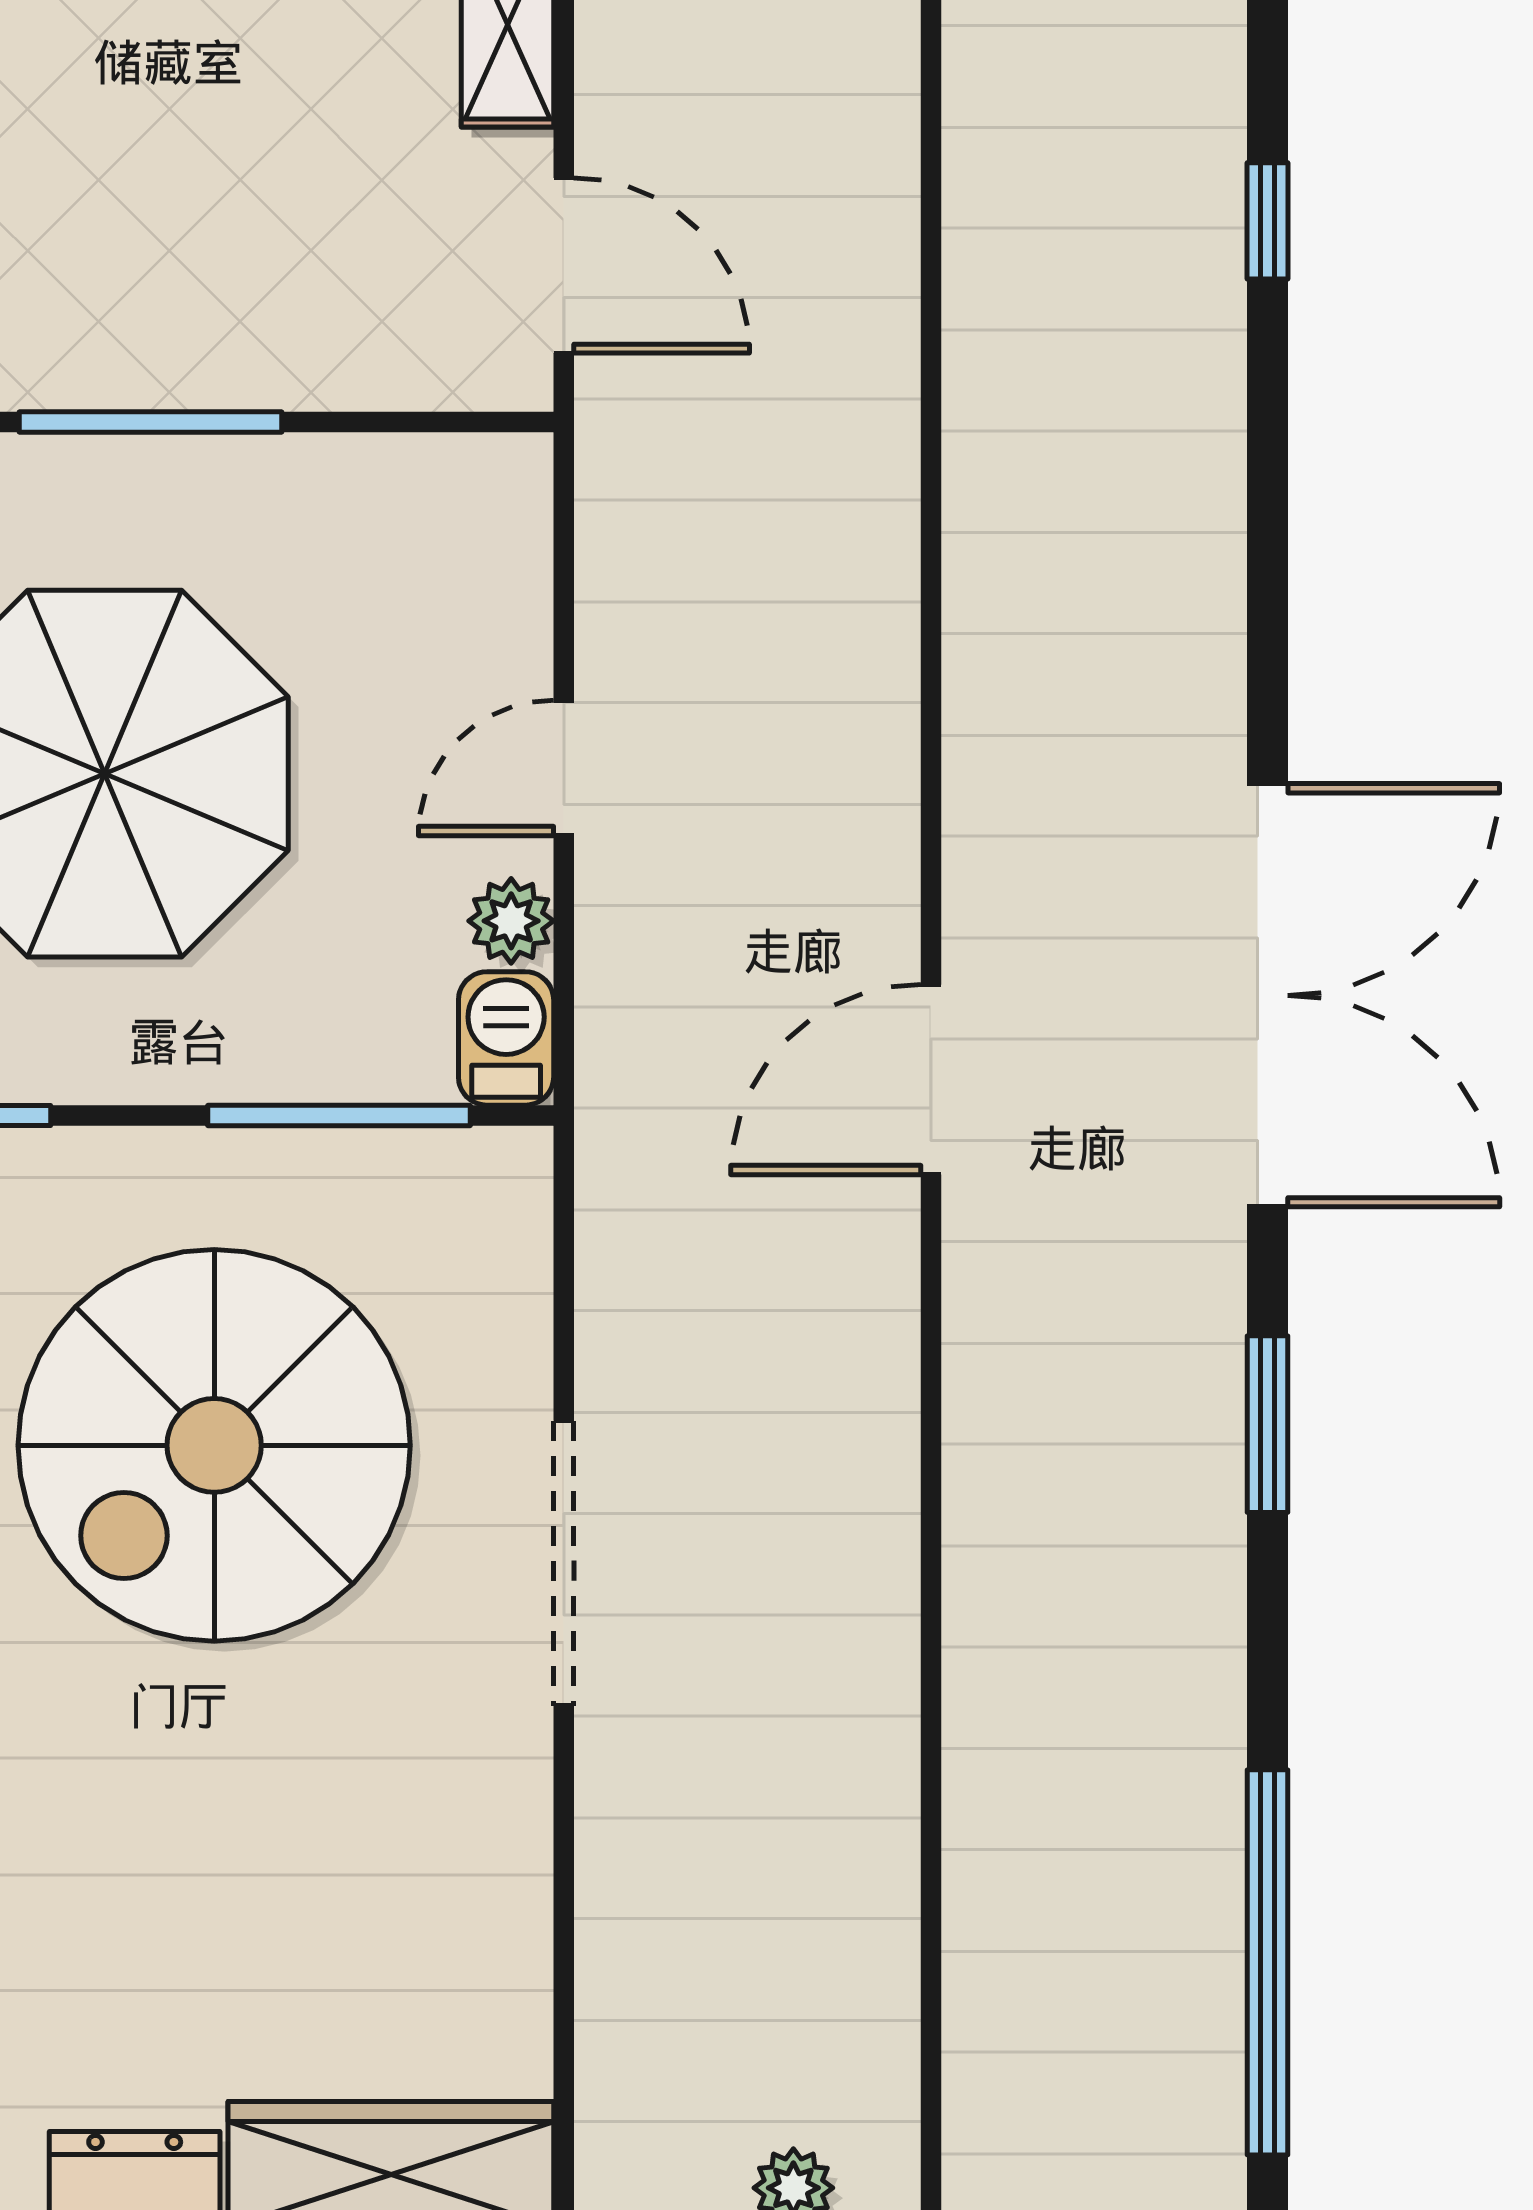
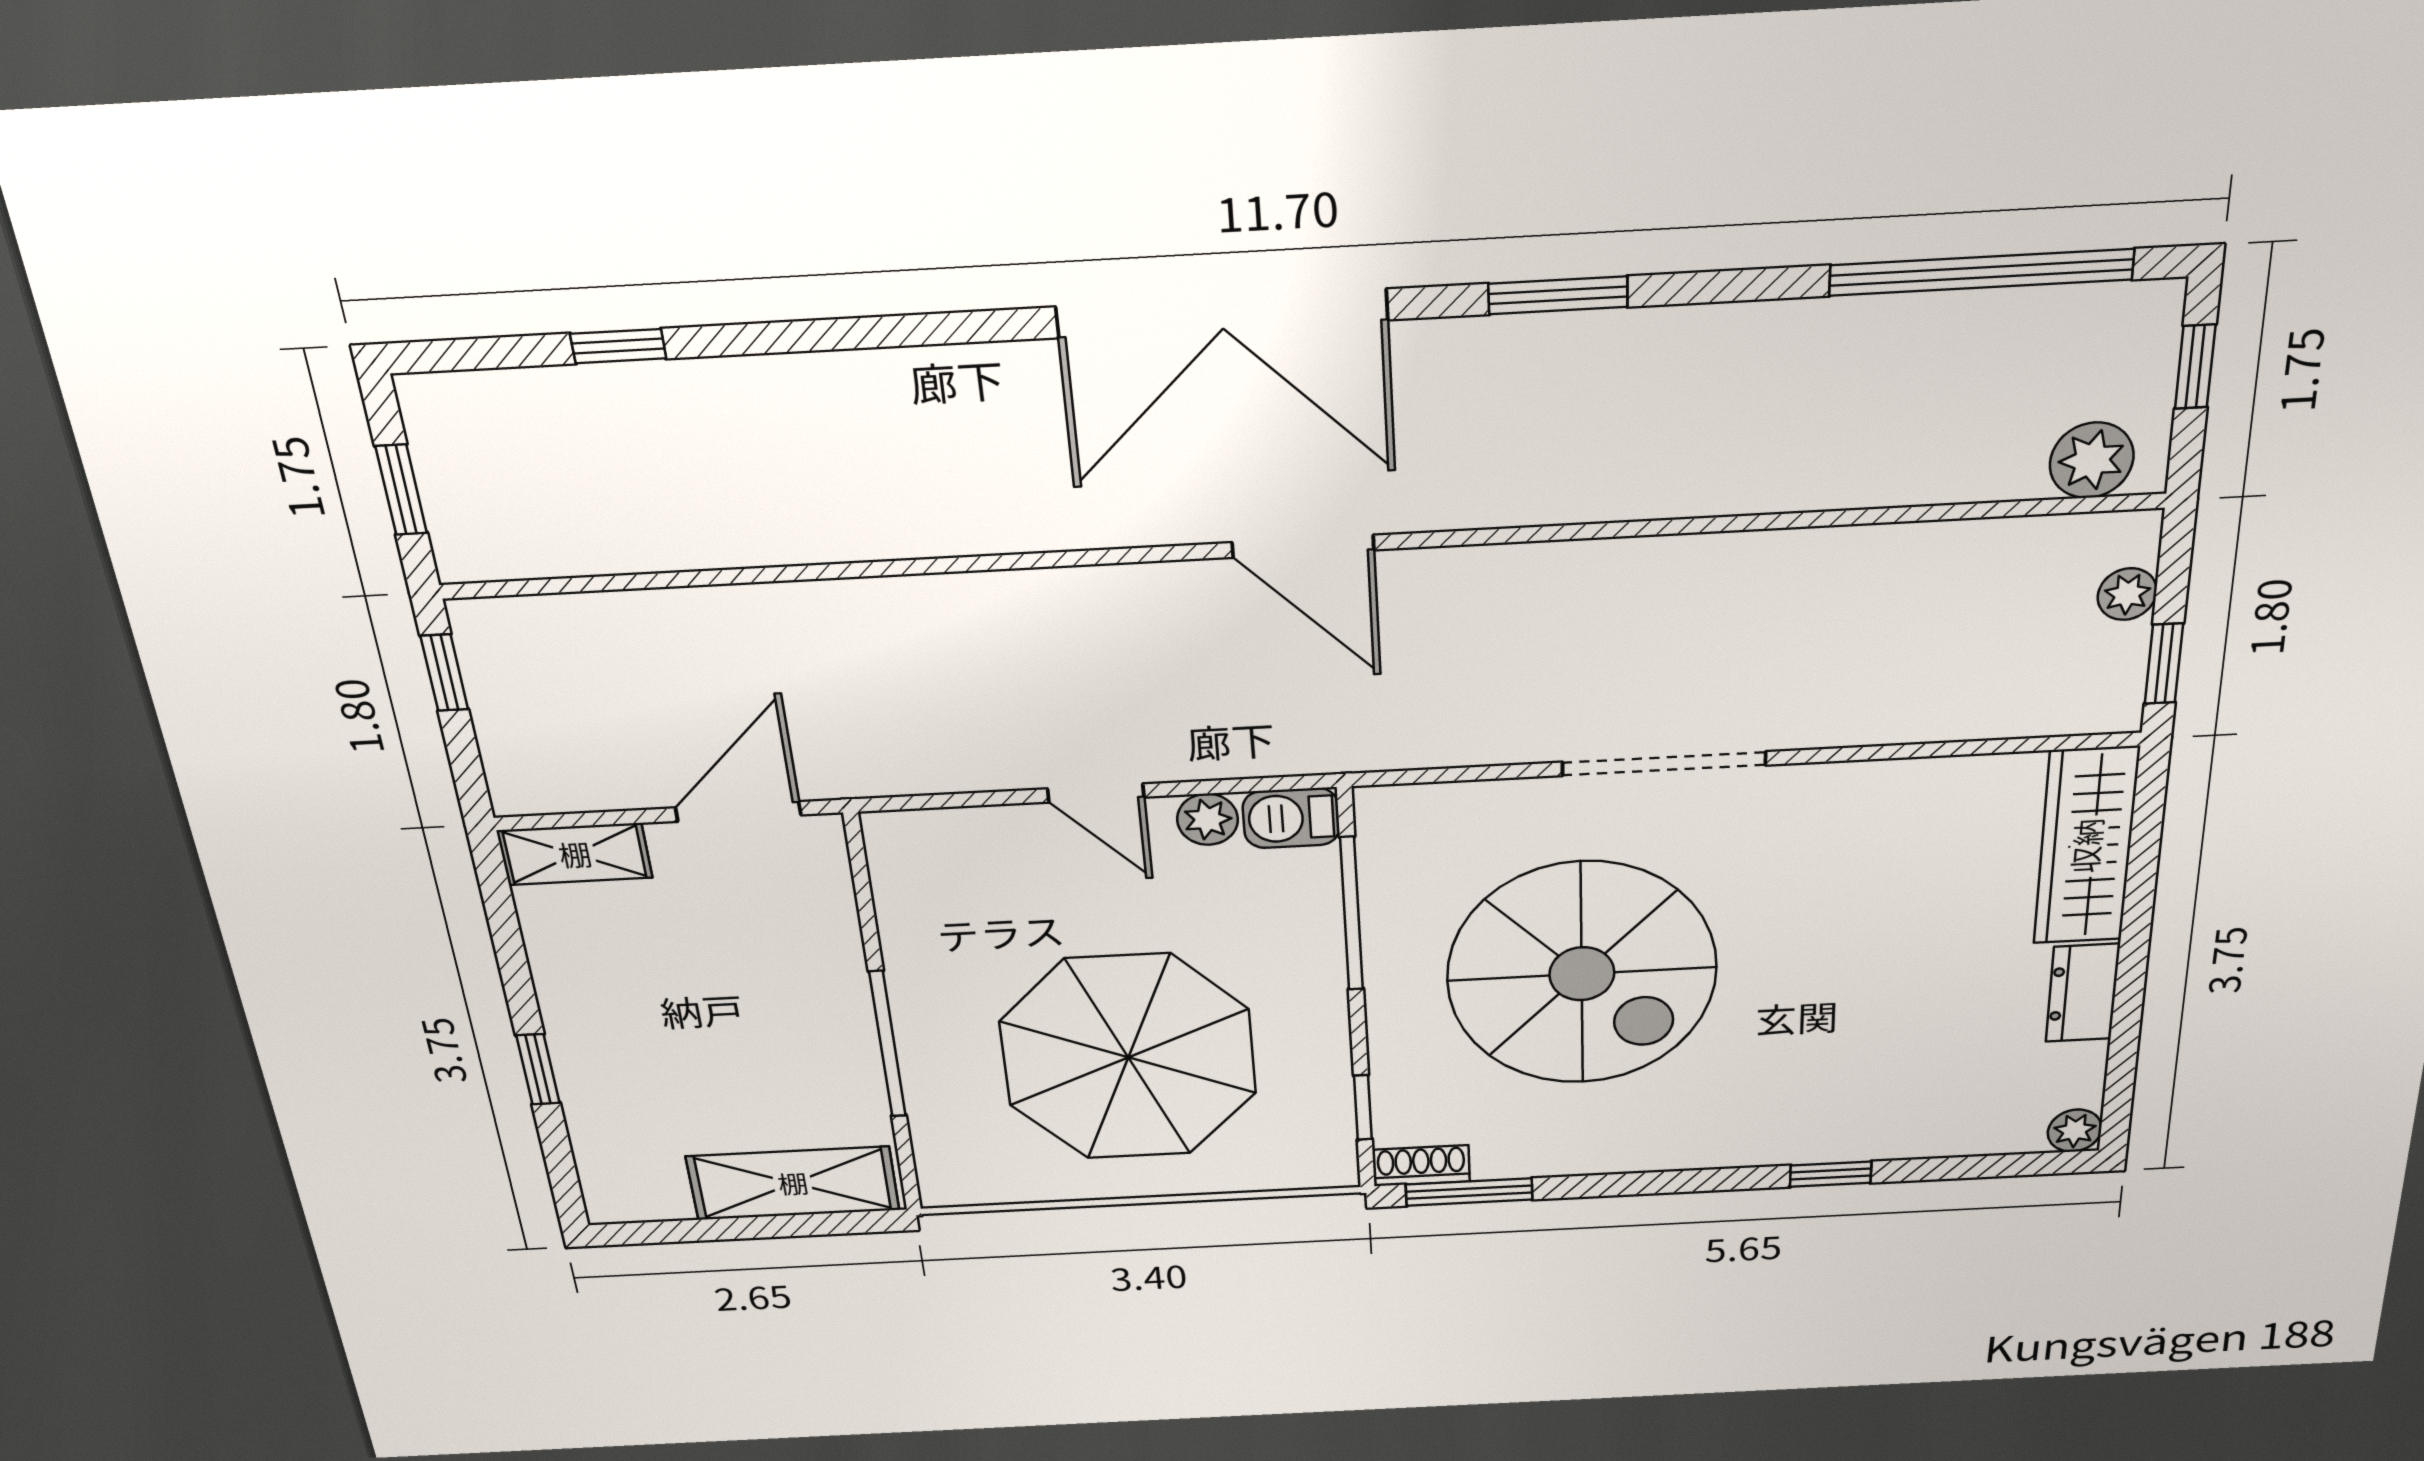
double door: (1268, 995) -> (1222, 313), swing flipped
plant: (996, 2124) -> (2092, 460), added

